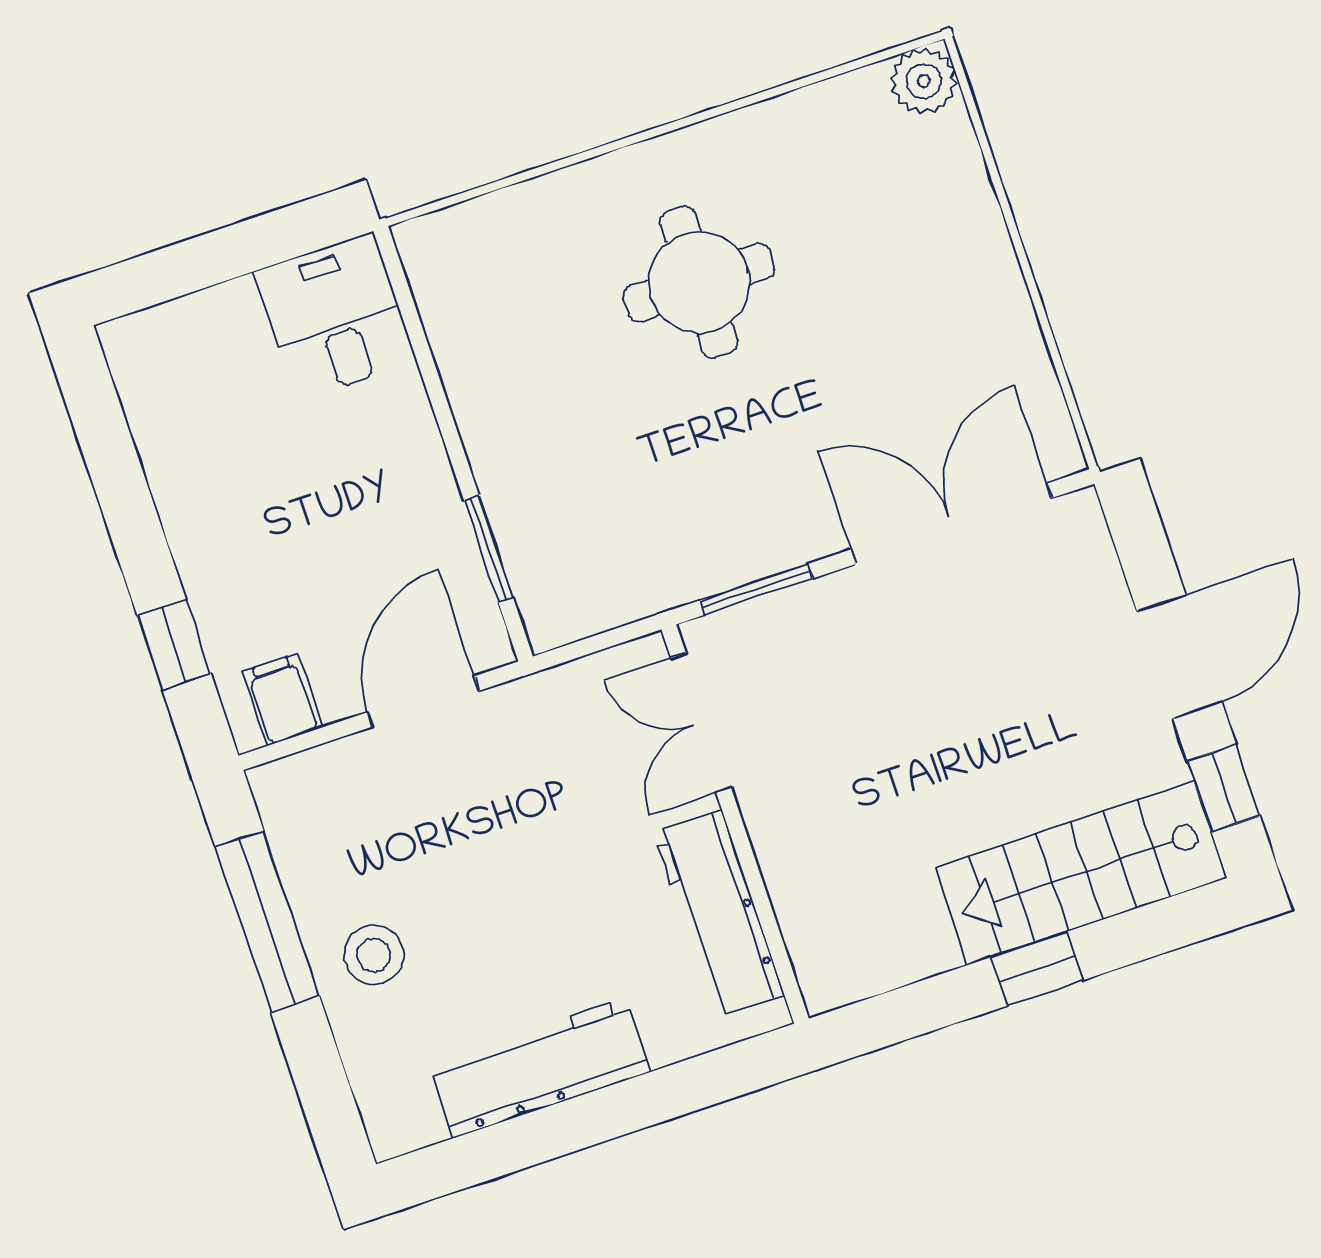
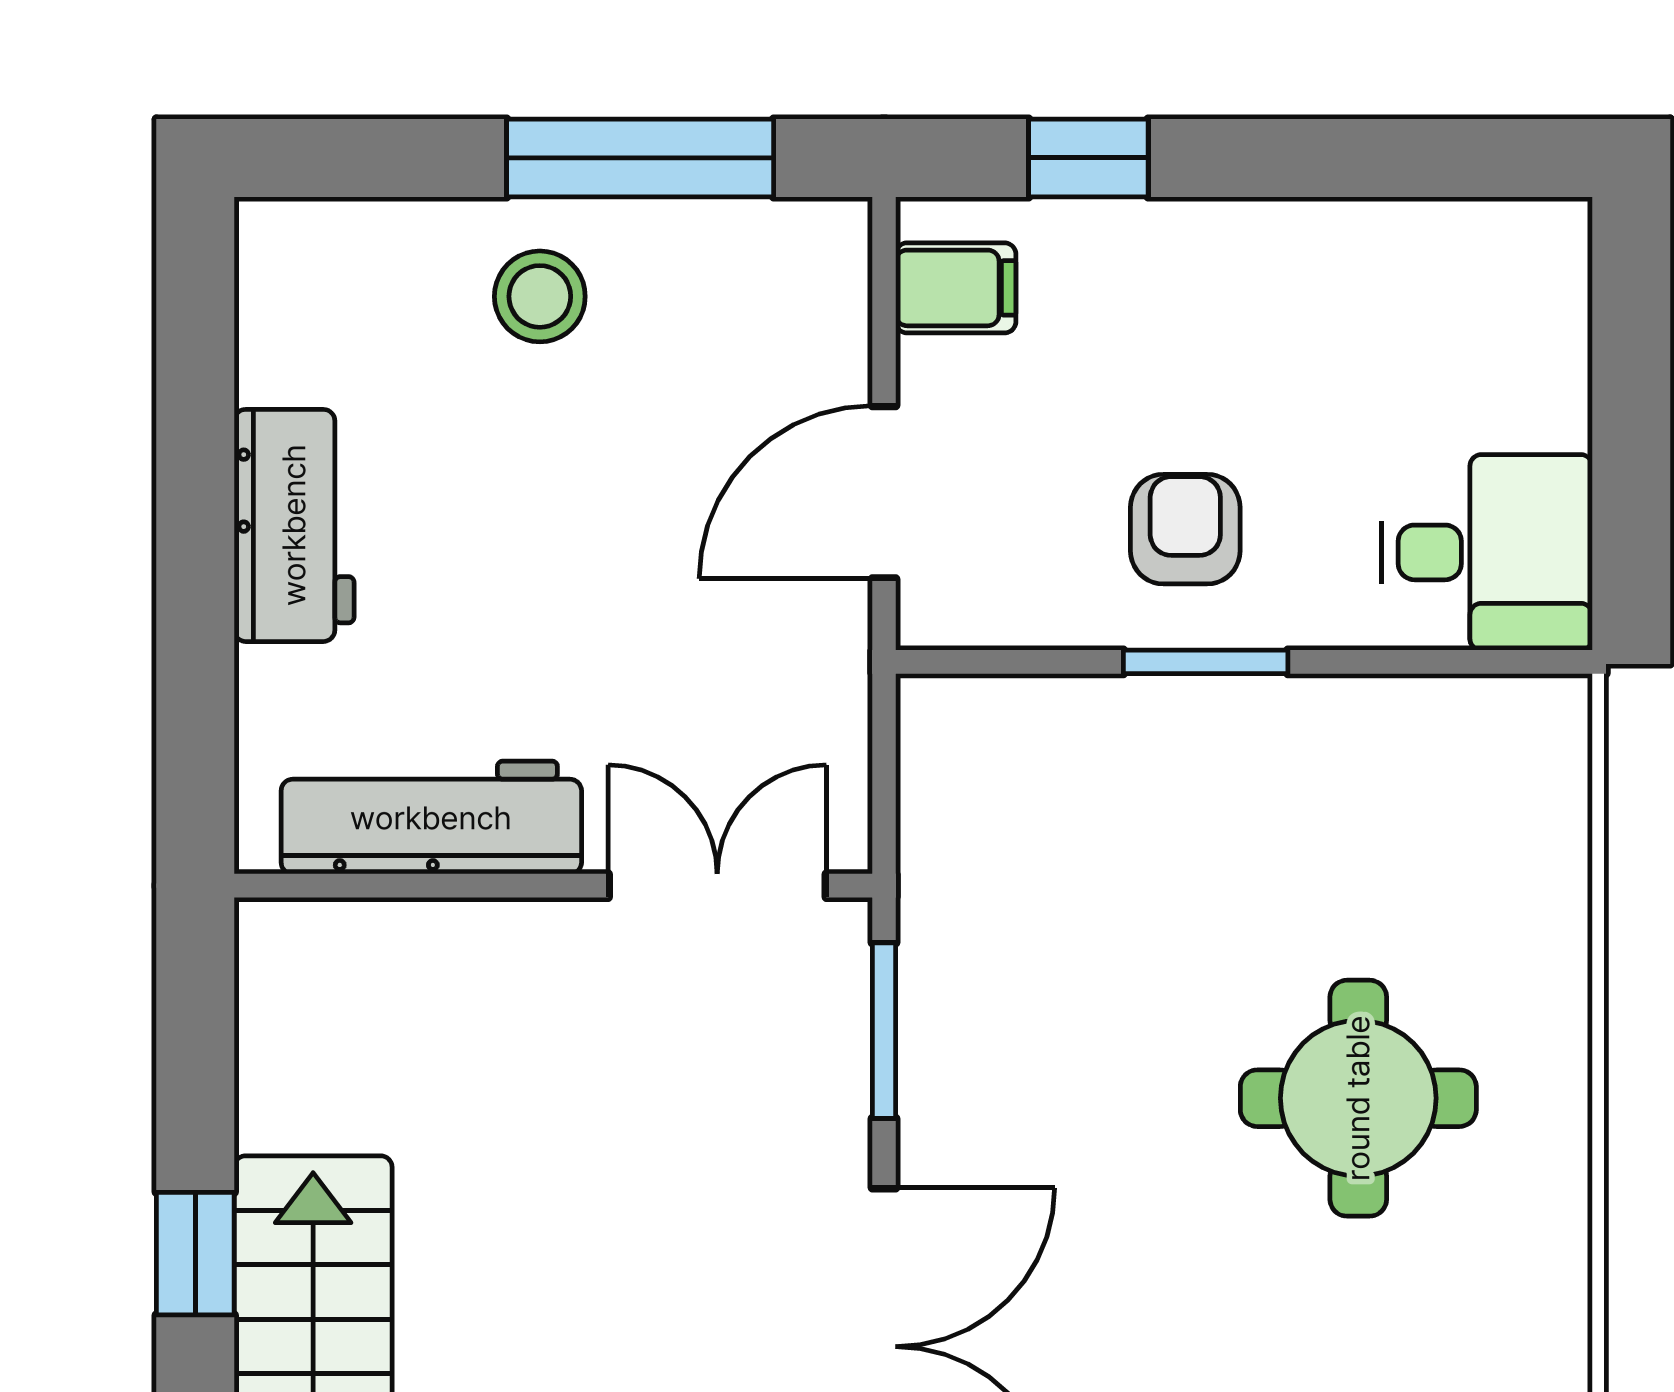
armchair: (383, 508) -> (1185, 529), added
window: (488, 548) -> (1206, 662), moved
door: (423, 701) -> (884, 492), swing flipped
workbench: (540, 1068) -> (294, 525), width x0.73

